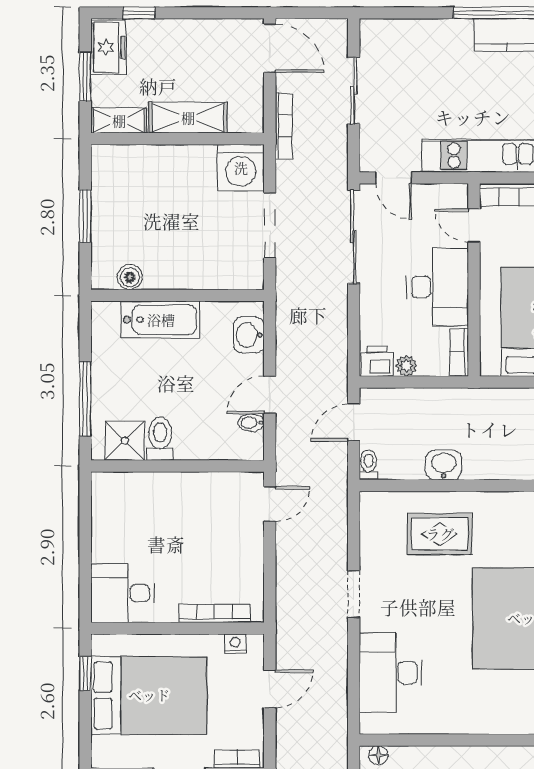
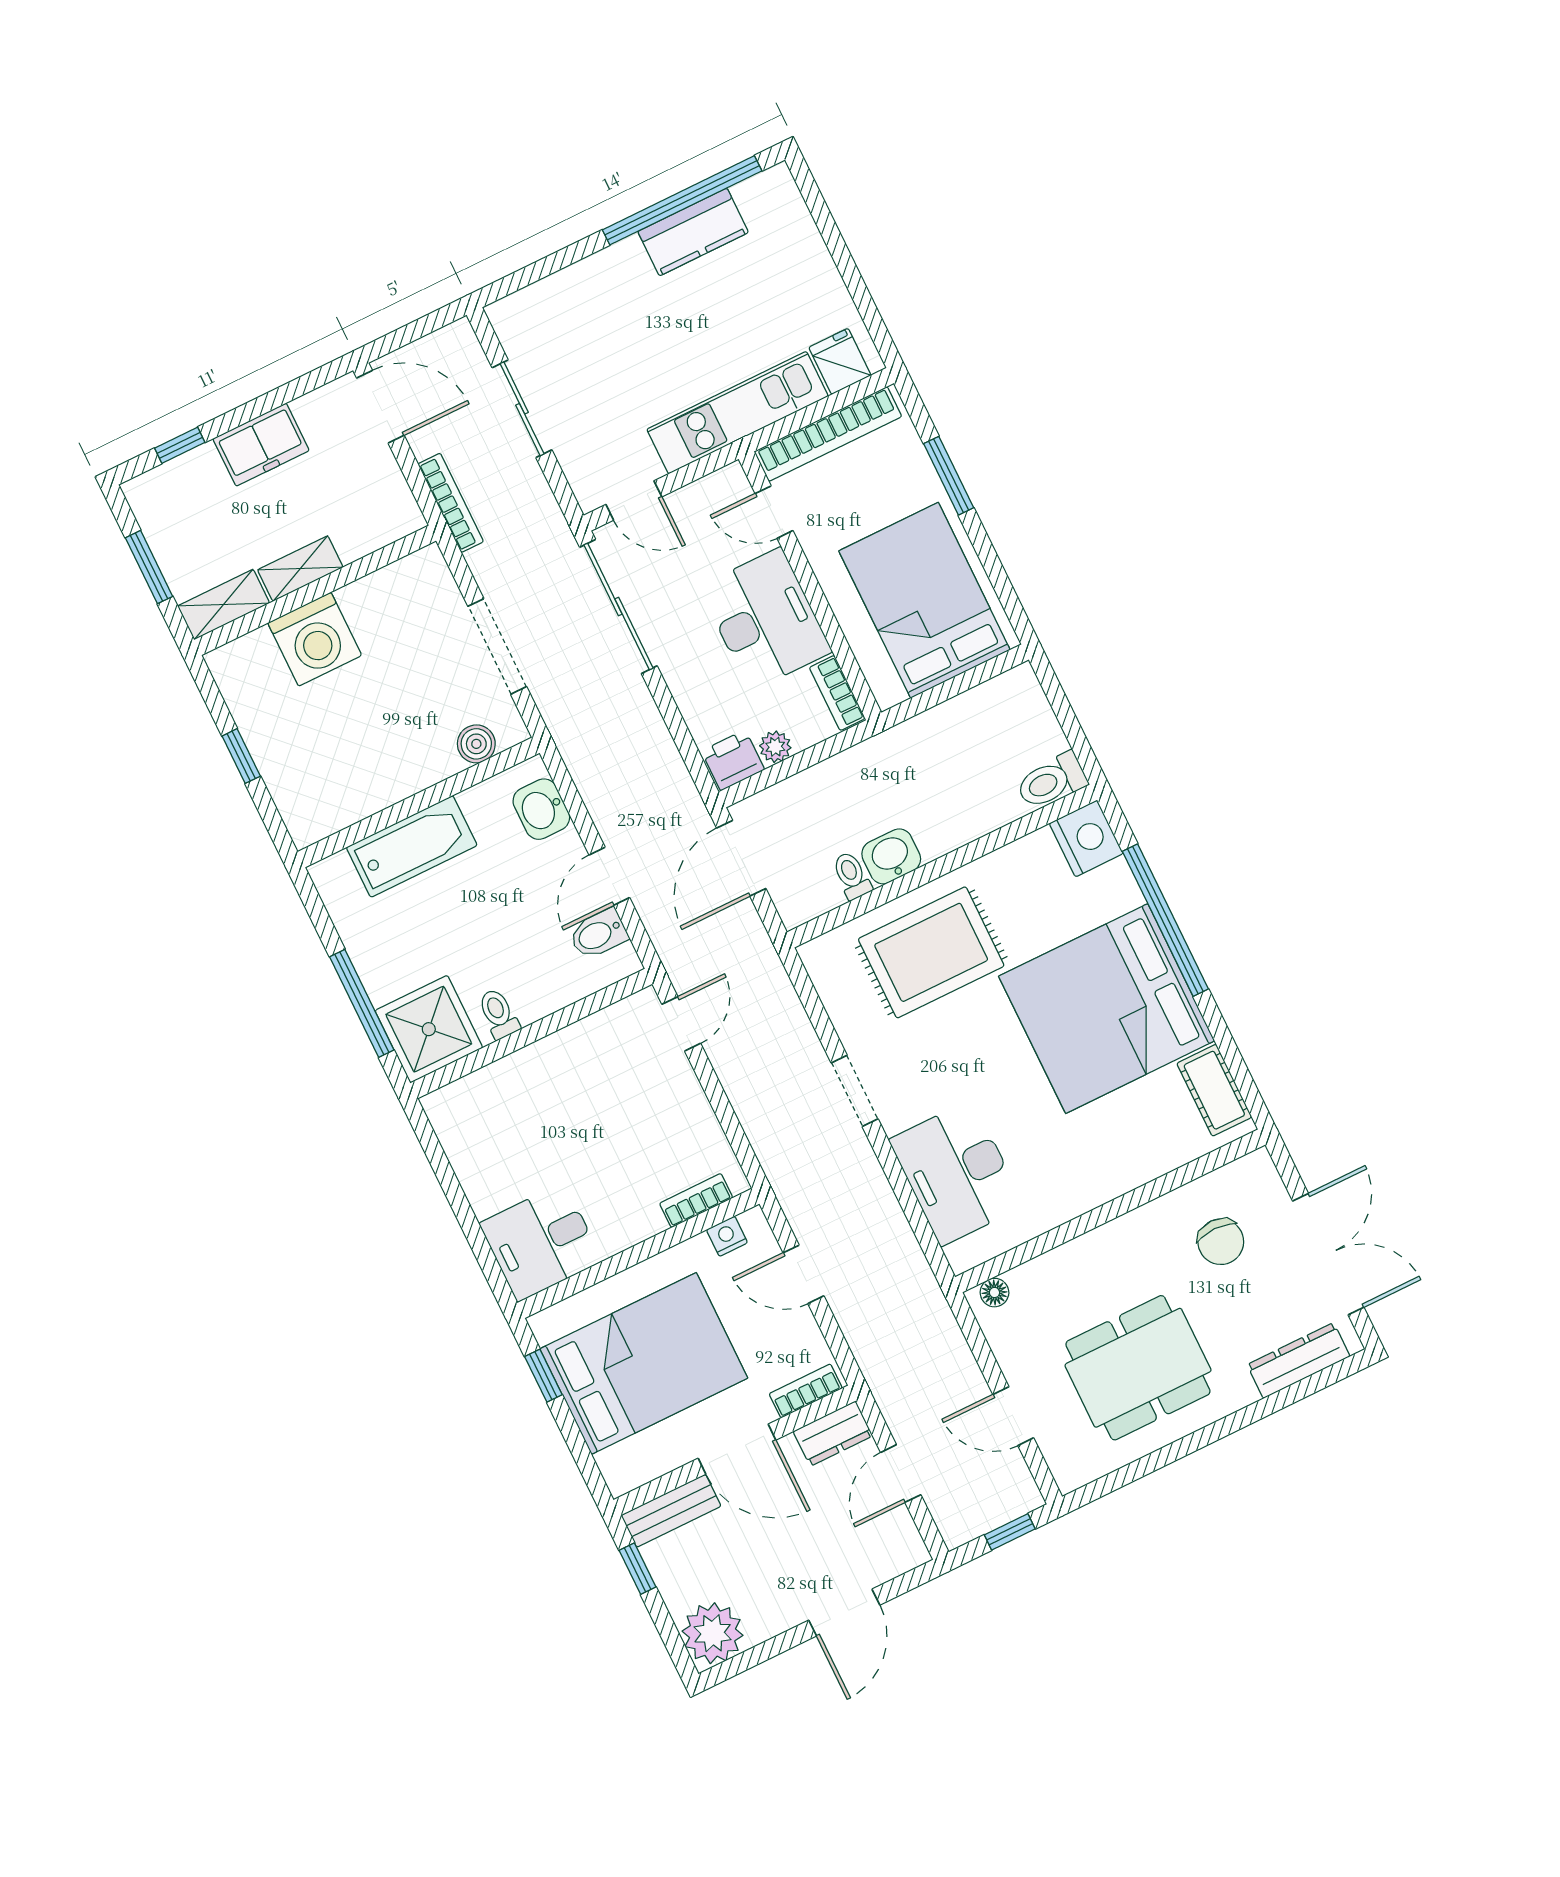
freezer: (108, 47) -> (261, 445), moved, turned 90
shelving: (188, 118) -> (300, 569), width x0.67, depth x0.75
washing machine: (241, 168) -> (315, 639), moved
window: (85, 216) -> (241, 756), width x0.67
boiler: (130, 277) -> (476, 744), moved
door: (354, 422) -> (741, 858), width x1.38
bidet: (251, 423) -> (598, 934), width x1.38, depth x1.36
toilet: (160, 439) -> (498, 1014), width x0.73, depth x0.72
shower: (125, 441) -> (429, 1029), width x1.36, depth x1.36
toilet: (368, 465) -> (852, 876), moved
rug: (440, 534) -> (931, 952), width x1.36, depth x1.43
bookcase: (214, 613) -> (696, 1200), width x0.64
door: (270, 689) -> (803, 1274), swing flipped

